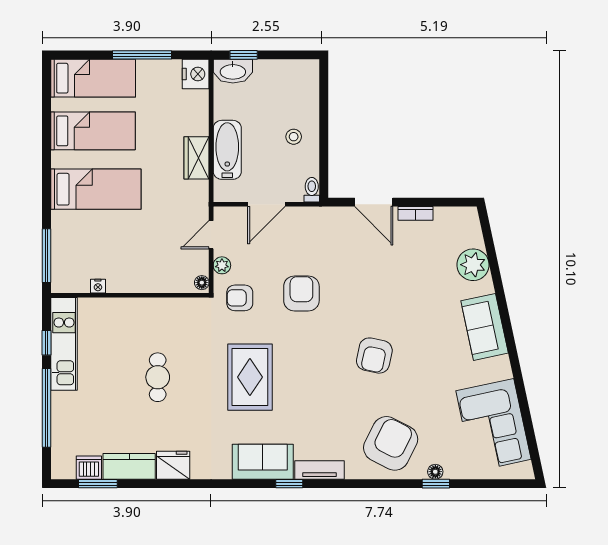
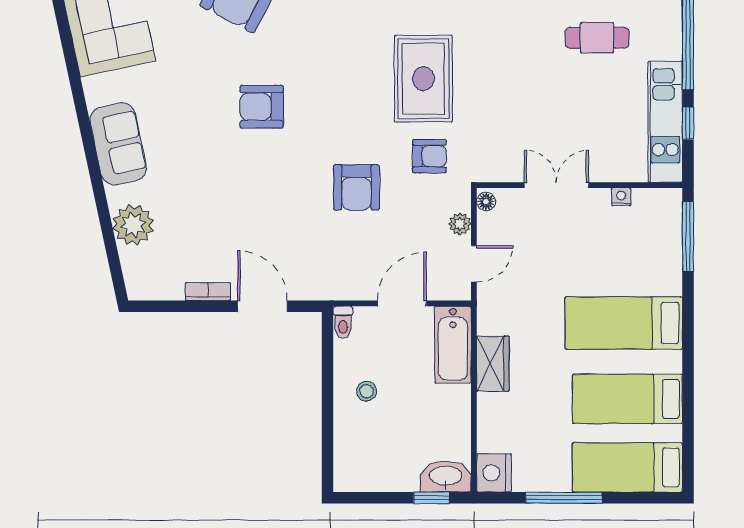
bathtub: (227, 150) -> (453, 345), moved
double door: (148, 295) -> (556, 185), added
armchair: (240, 298) -> (429, 156), moved
armchair: (374, 356) -> (262, 107), turned -102
cafe table: (158, 377) -> (597, 38), moved, turned 90

